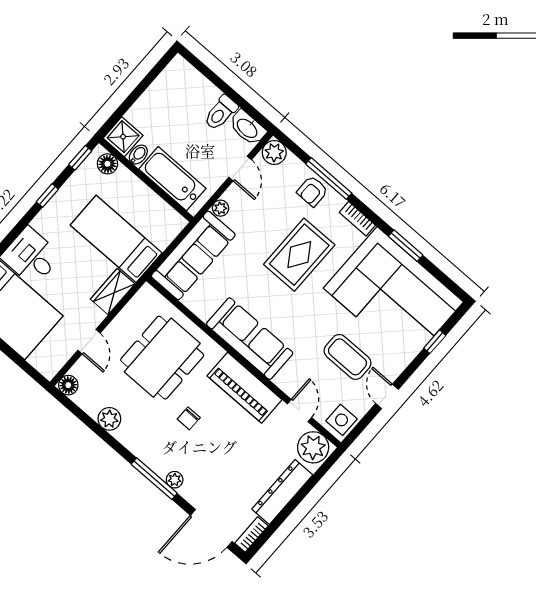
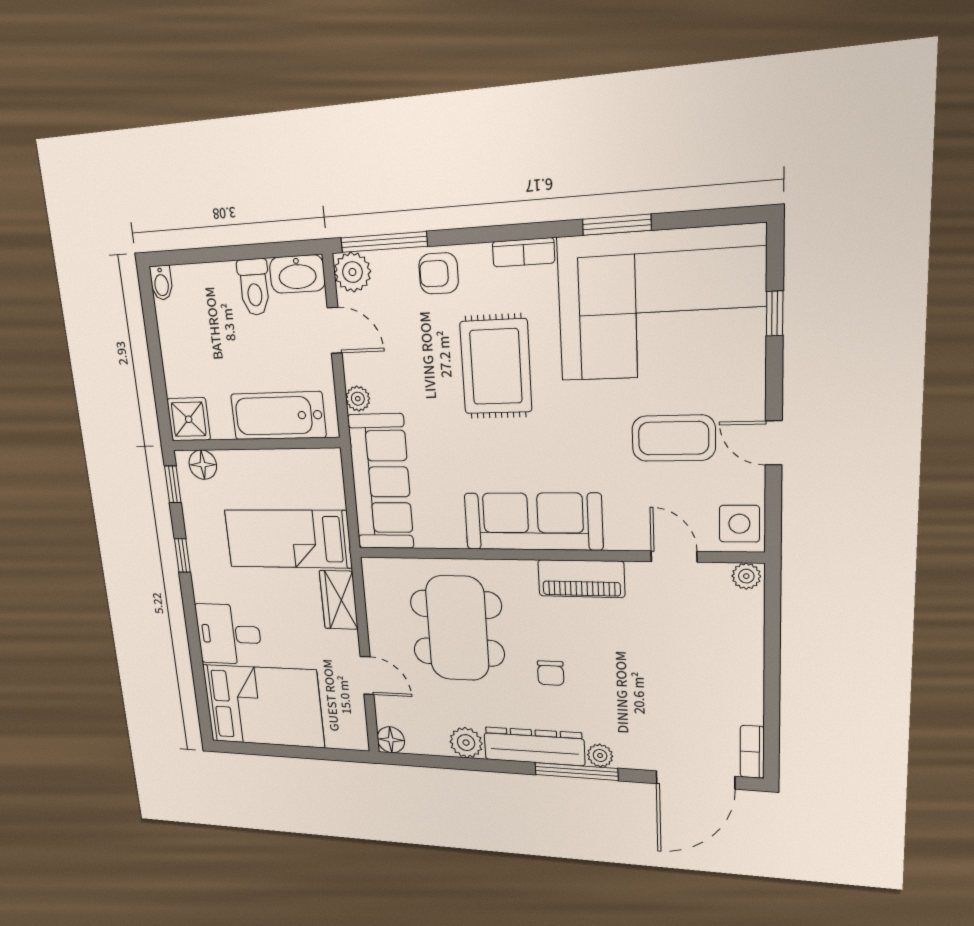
bidet: (138, 155) -> (161, 283), moved, turned 180
window: (329, 179) -> (384, 242), moved
armchair: (312, 191) -> (439, 273), turned 90
piano: (245, 388) -> (581, 579), width x0.73, depth x0.75
plant: (313, 447) -> (746, 576), width x0.53, depth x0.53
dresser: (282, 492) -> (534, 746), moved, turned 90

